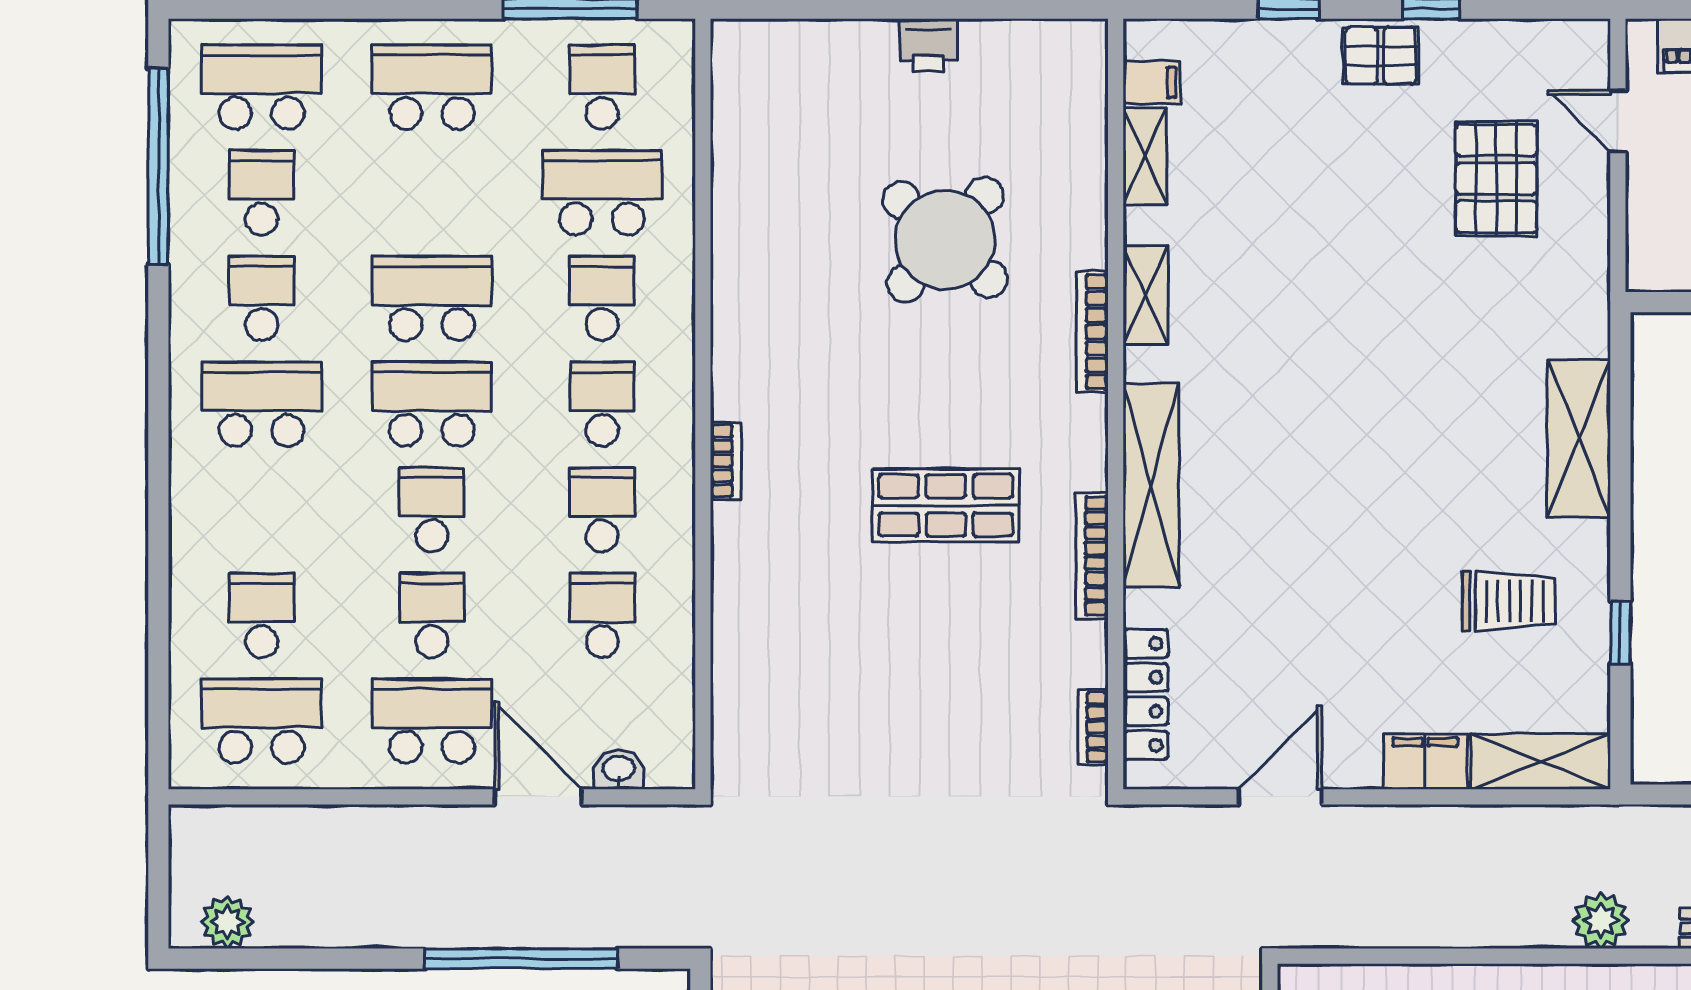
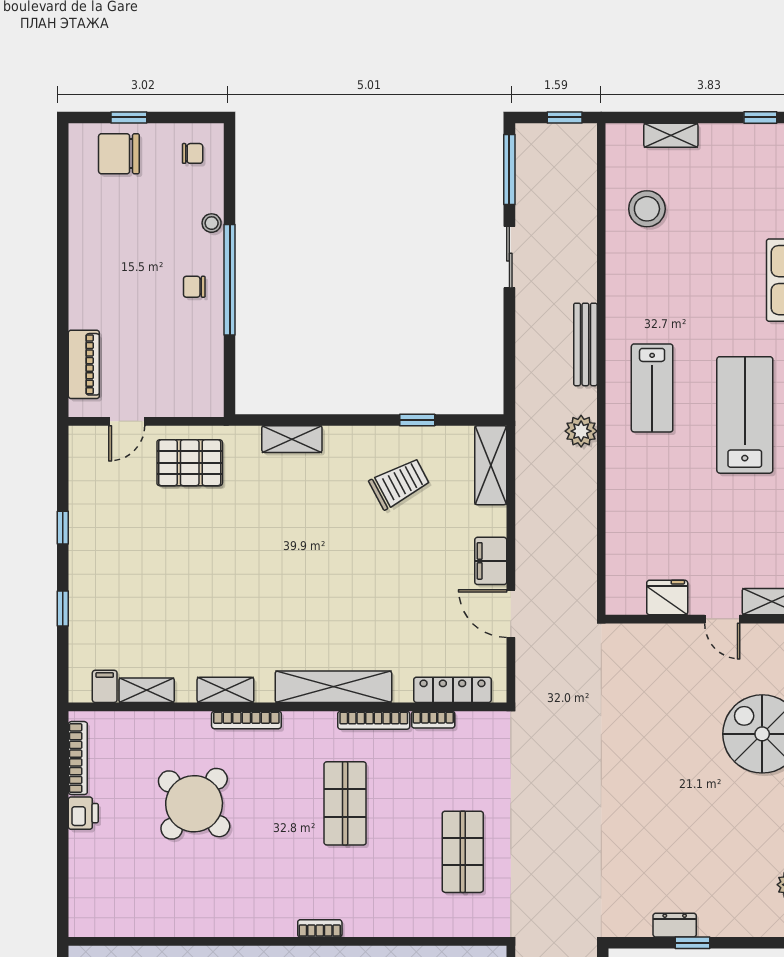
bookcase: (1026, 35) -> (78, 758), added
pallet: (1381, 56) -> (90, 556), removed
pallet: (1496, 179) -> (190, 463), moved
shelving: (1579, 438) -> (292, 439), width x0.67, depth x0.75
trolley: (1509, 601) -> (399, 483), turned 62
shop shelf: (861, 712) -> (463, 852), added
bookcase: (1093, 727) -> (433, 720), moved
filing cabinet: (1425, 762) -> (491, 561), moved

